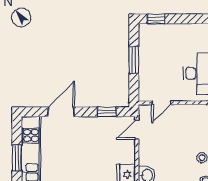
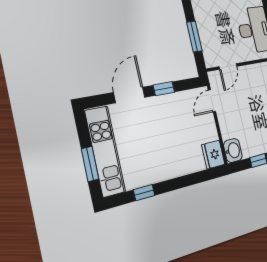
window: (134, 60) -> (194, 37), moved
window: (107, 112) -> (164, 89), moved

